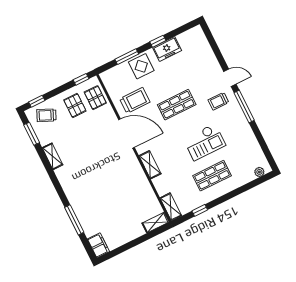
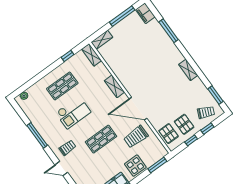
window: (127, 57) -> (157, 165), moved
window: (81, 79) -> (191, 140), moved
window: (37, 101) -> (207, 129), moved
window: (244, 107) -> (37, 135), moved
checkout: (204, 142) -> (73, 112), turned 180
shelving: (52, 156) -> (188, 70), moved
window: (127, 247) -> (122, 16), added

